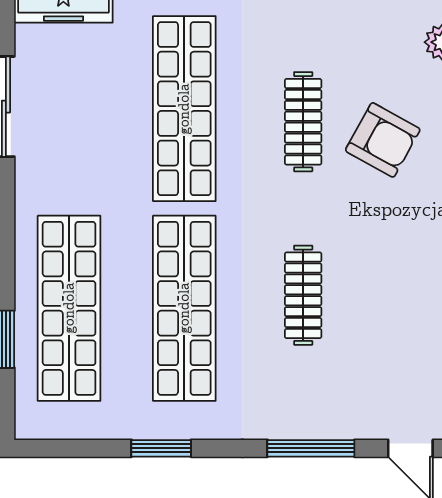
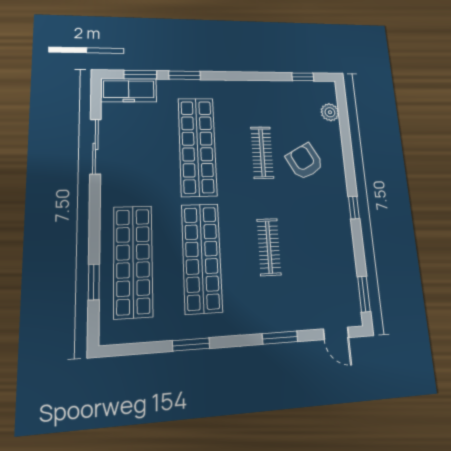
armchair: (383, 140) -> (305, 161), turned -148
window: (311, 448) -> (280, 338), width x0.69

